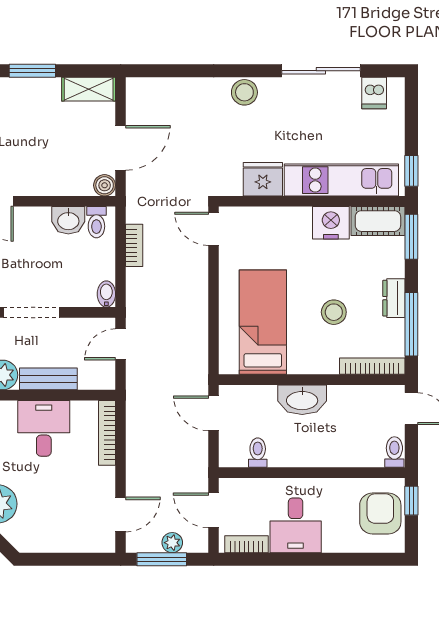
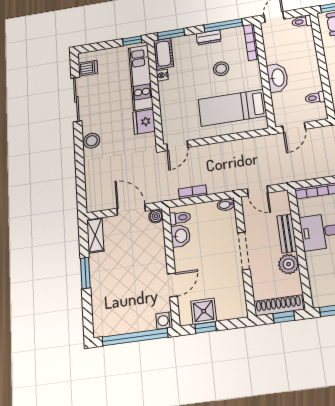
nightstand: (331, 223) -> (162, 75), width x0.53, depth x0.56

